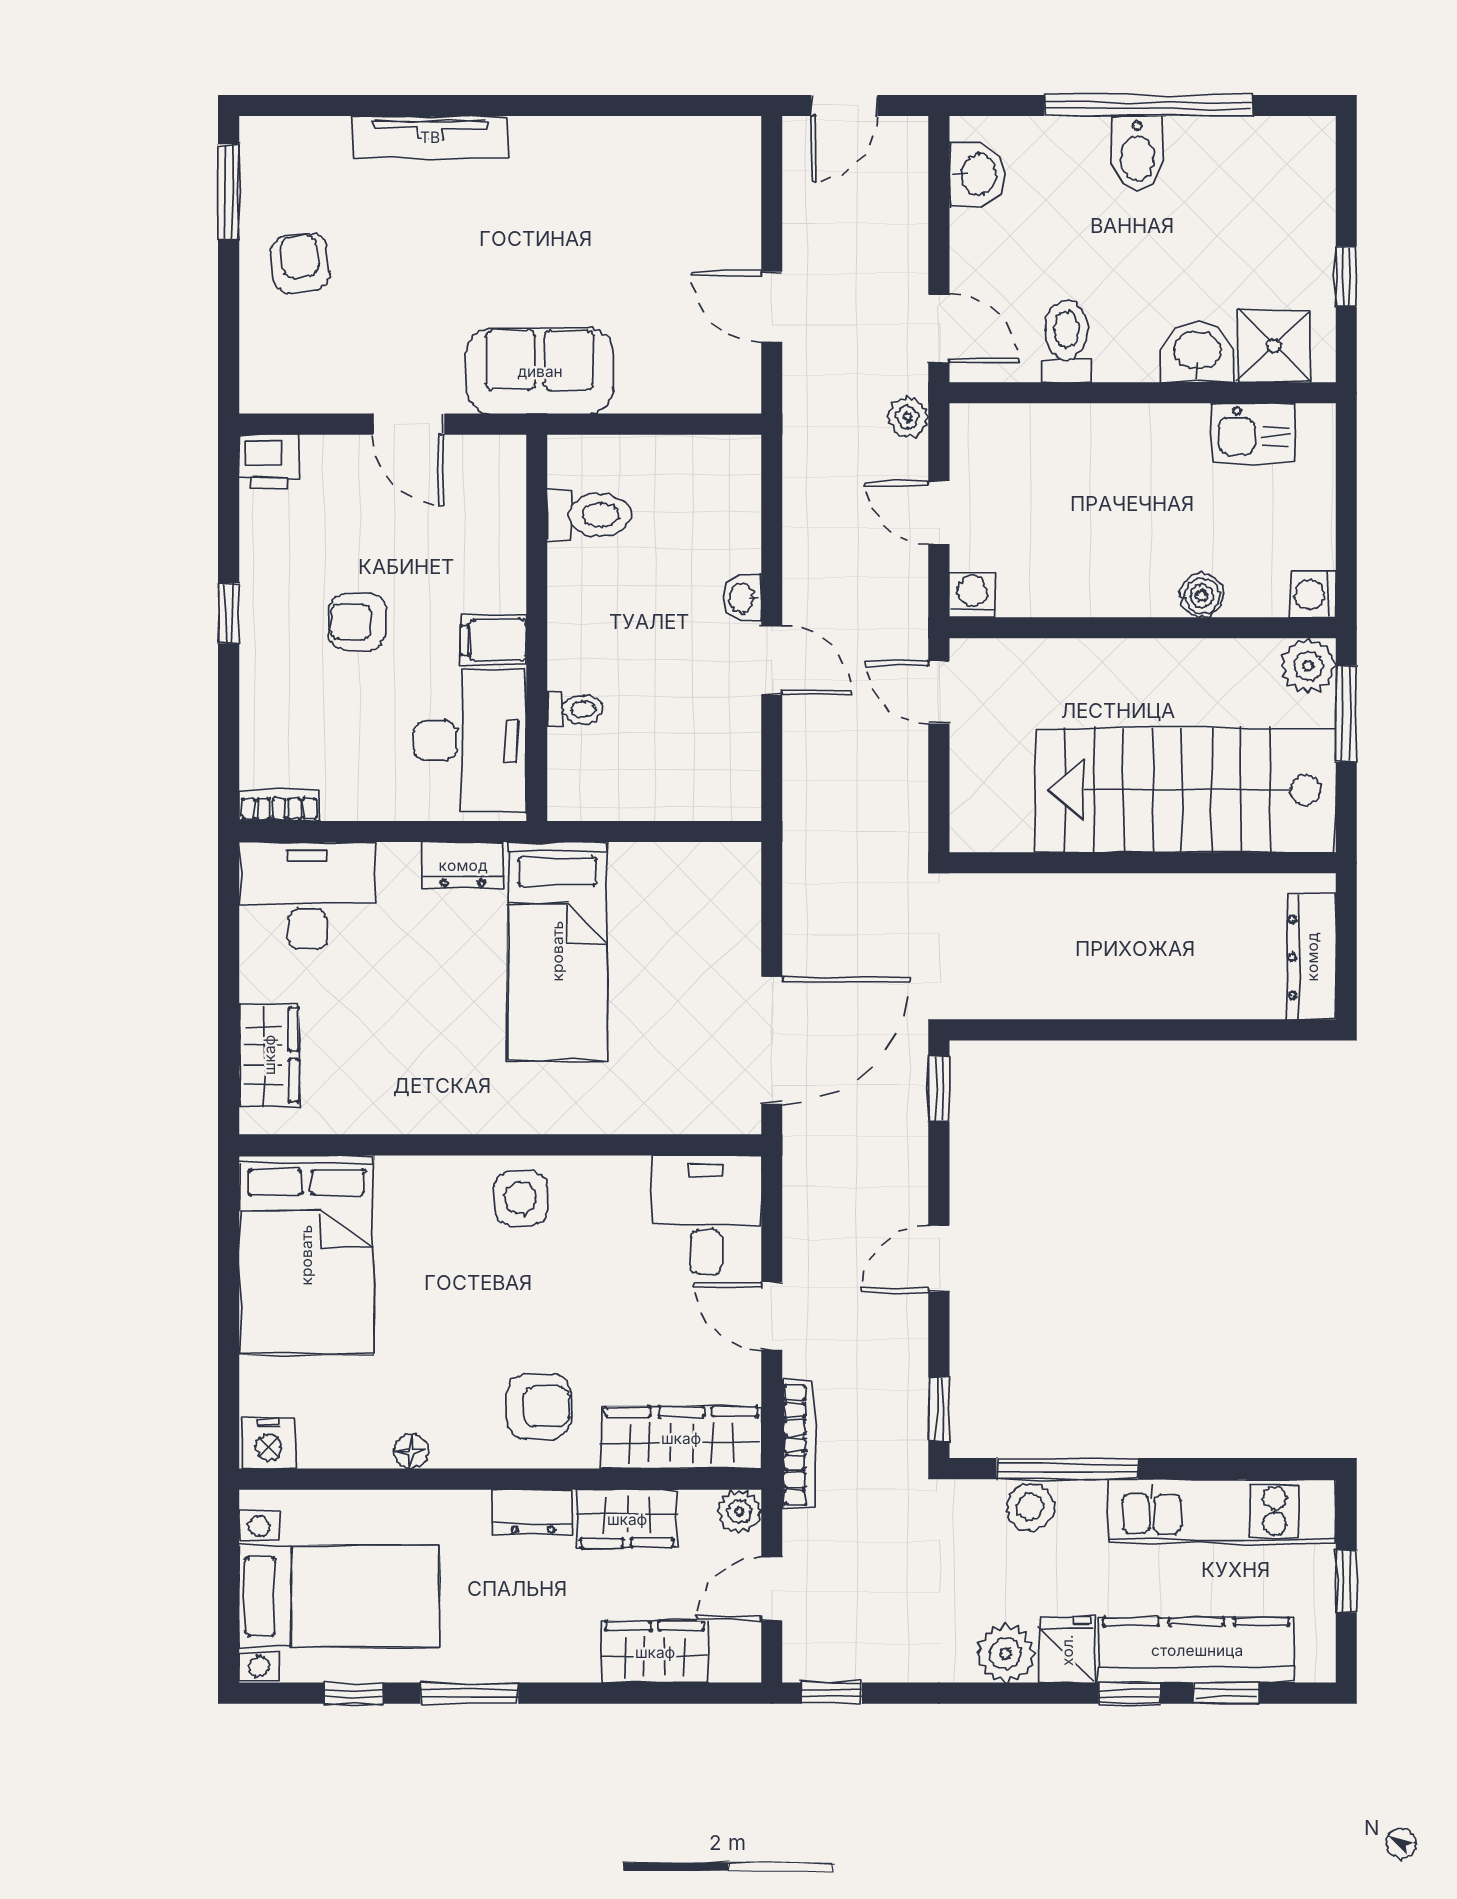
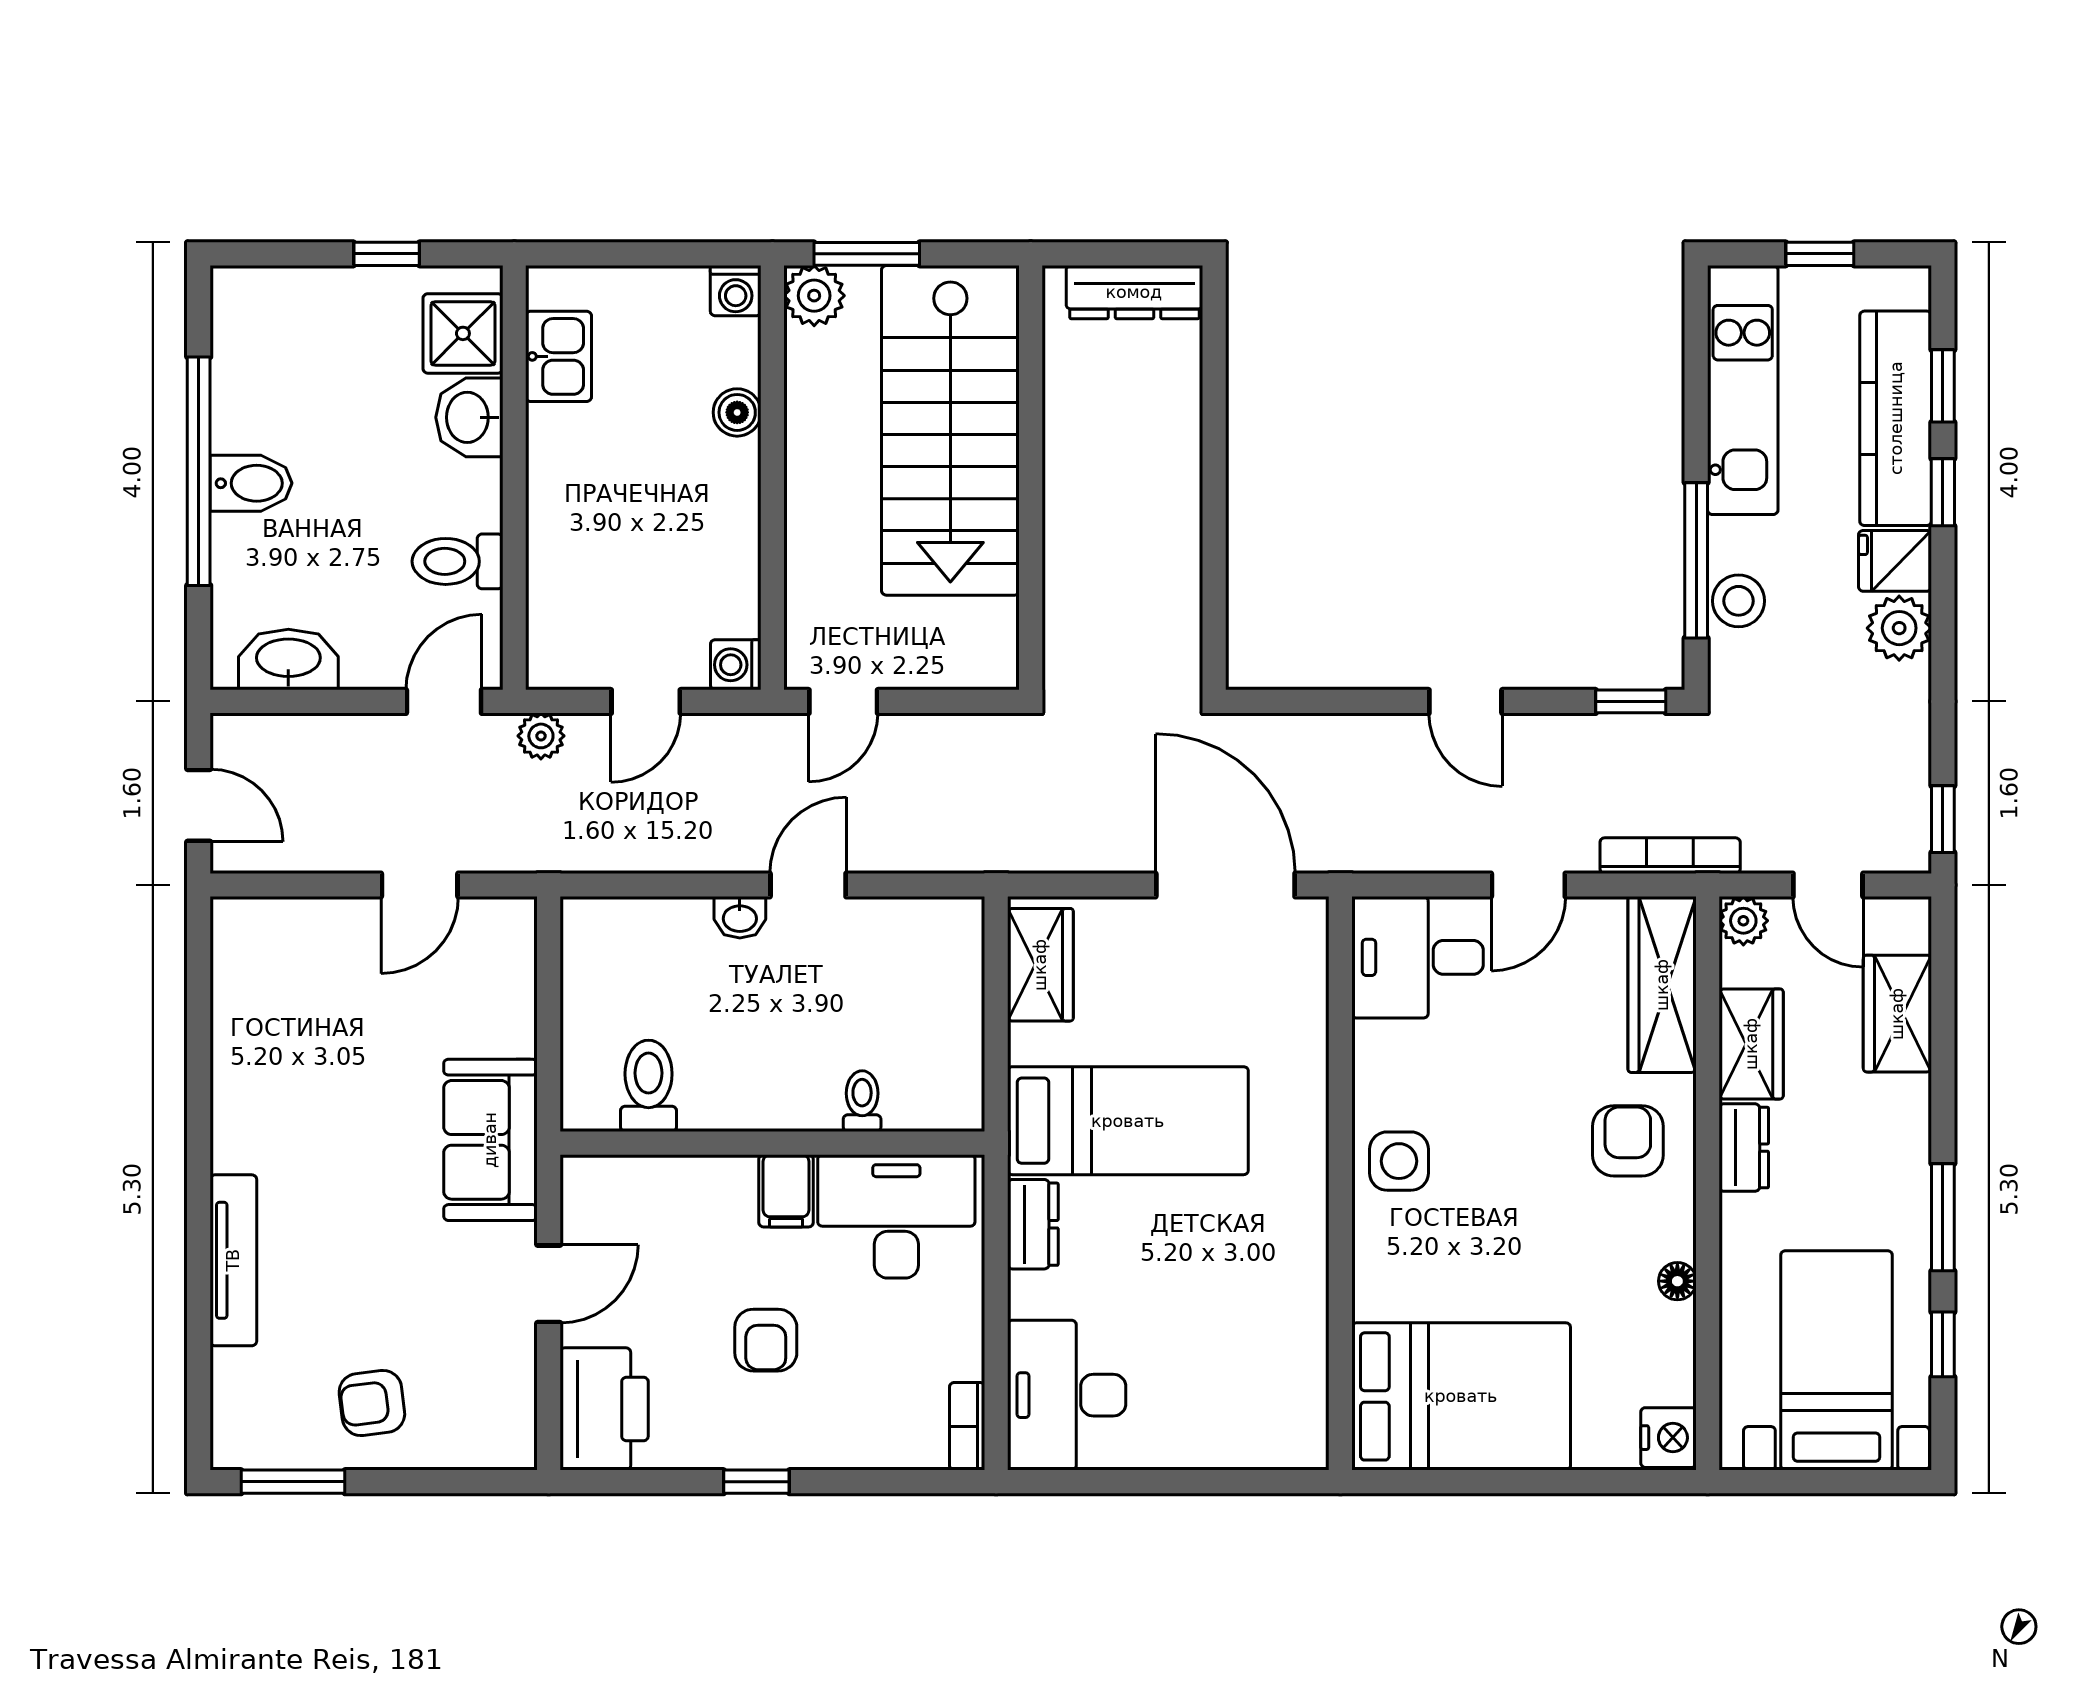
washbasin: (977, 175) -> (288, 660), width x1.38
printer: (269, 462) -> (604, 1409), width x1.87, depth x1.48
wardrobe: (269, 1055) -> (1040, 965), moved, turned 90
window: (939, 1089) -> (1279, 701), removed

